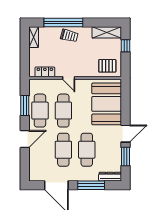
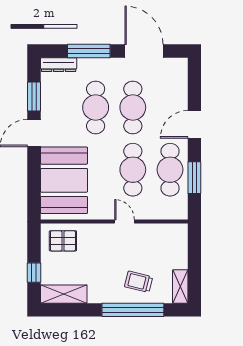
trolley: (69, 36) -> (139, 282), moved
locker: (45, 72) -> (162, 231), removed

